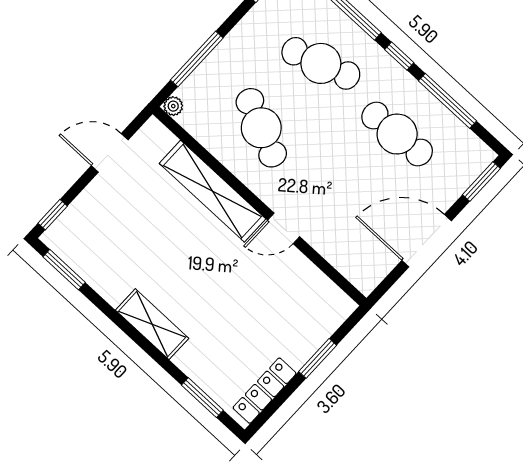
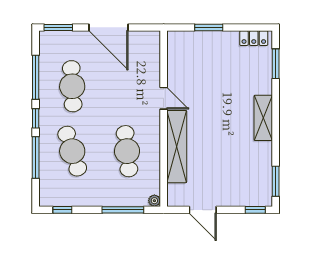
cafe table: (261, 128) -> (127, 151), turned -30
locker: (265, 391) -> (254, 38), width x0.66

